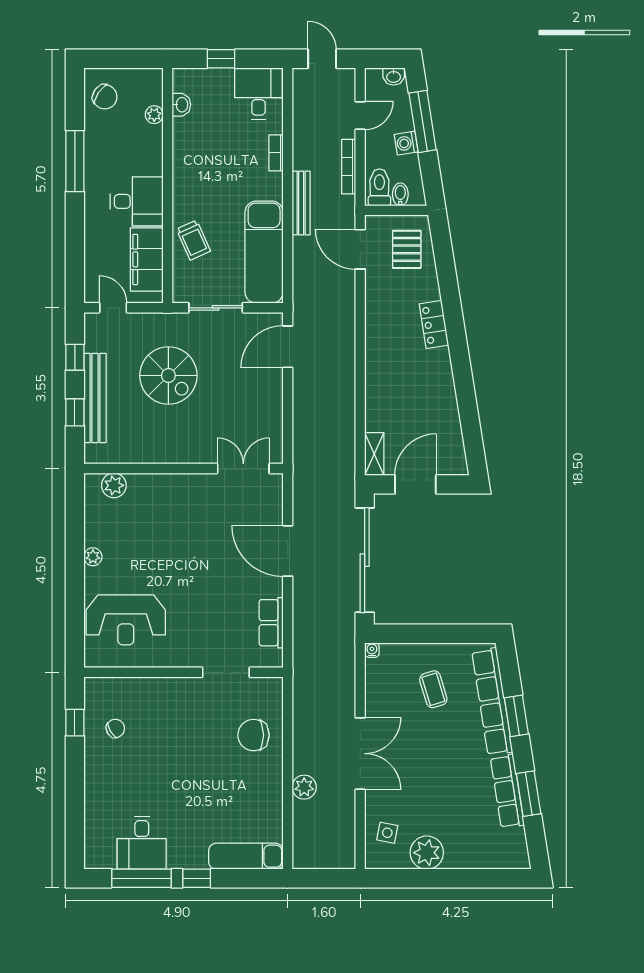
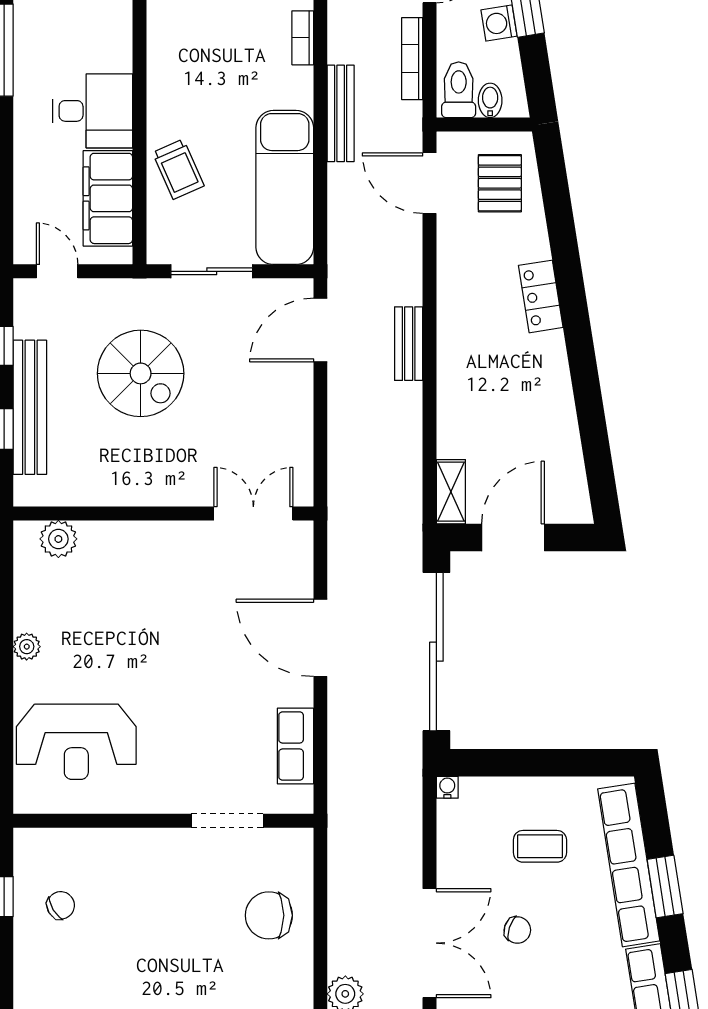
bench: (346, 356) -> (409, 344), added
coffee table: (433, 689) -> (540, 846), turned -73
chair: (418, 745) -> (517, 930), added

